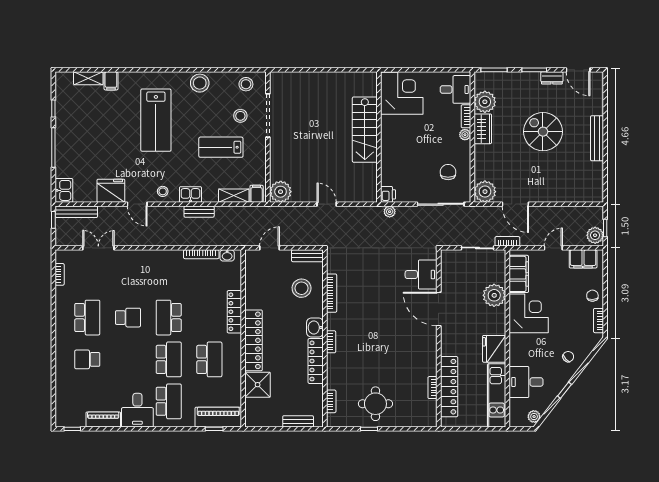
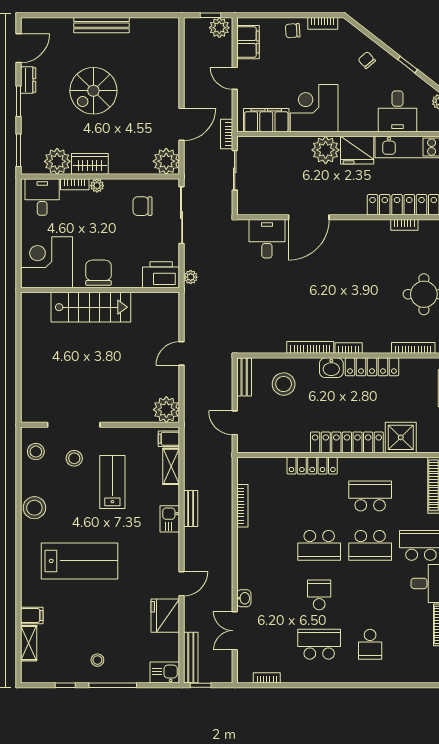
chair: (393, 136) -> (98, 273), added
lab bench: (221, 147) -> (112, 482), turned 180
stool: (163, 191) -> (97, 660), moved
printer: (388, 194) -> (161, 275), width x1.87, depth x1.48
washbasin: (227, 255) -> (244, 598), moved
bookcase: (332, 293) -> (310, 347), moved
plant: (494, 295) -> (326, 150), moved
school desk: (169, 359) -> (370, 545), turned 180
bookcase: (331, 401) -> (413, 348), width x1.56

